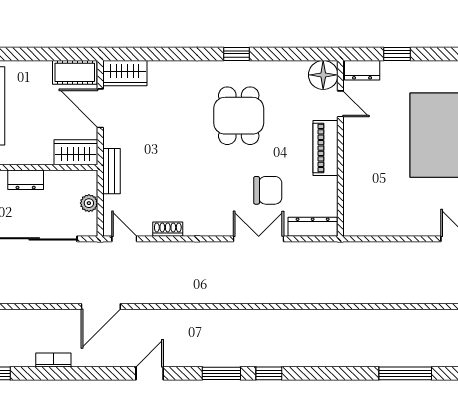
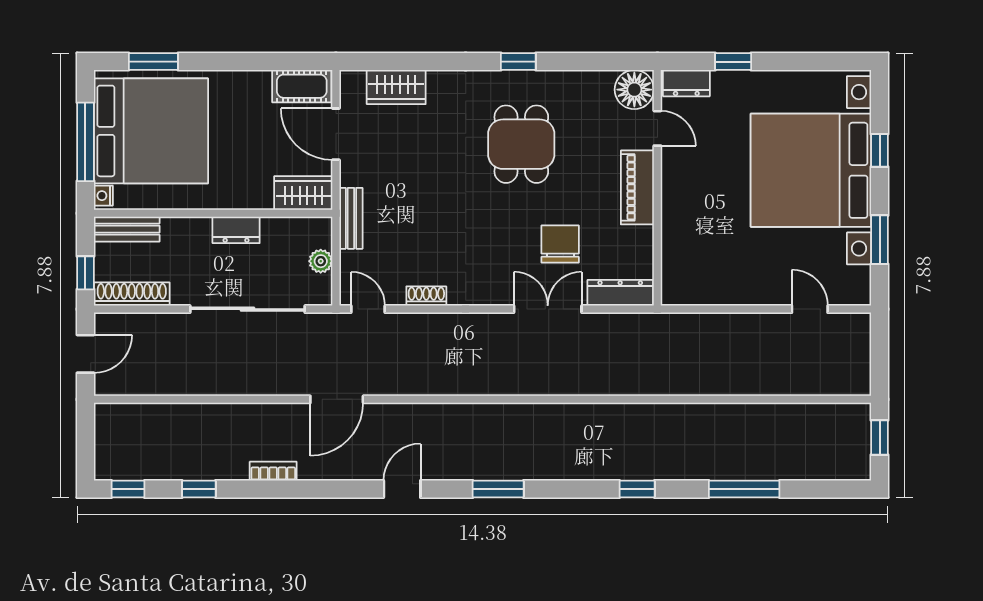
wardrobe: (125, 73) -> (396, 87), moved
chair: (268, 190) -> (560, 244), turned -90
window: (269, 373) -> (637, 489), moved

